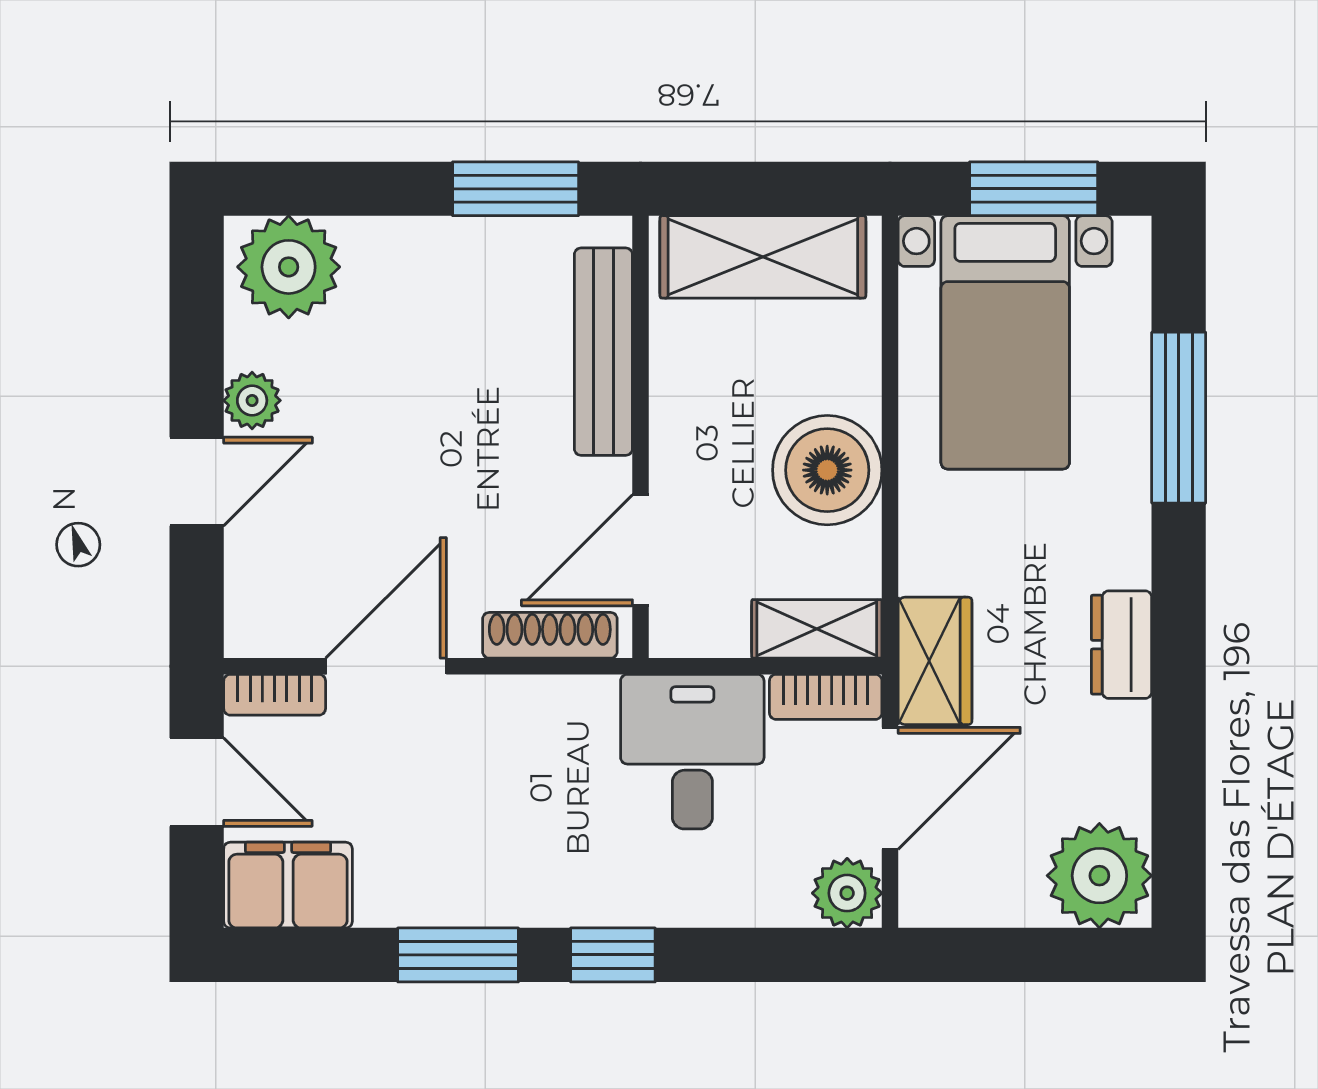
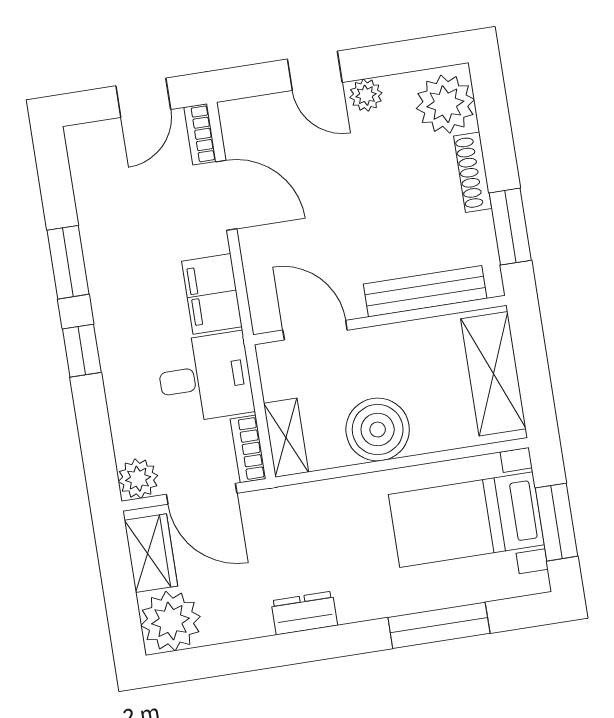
shoe rack: (550, 635) -> (473, 172), moved, turned 180
wardrobe: (935, 661) -> (151, 553), moved, turned -90
filing cabinet: (288, 885) -> (212, 294), moved, turned 180

